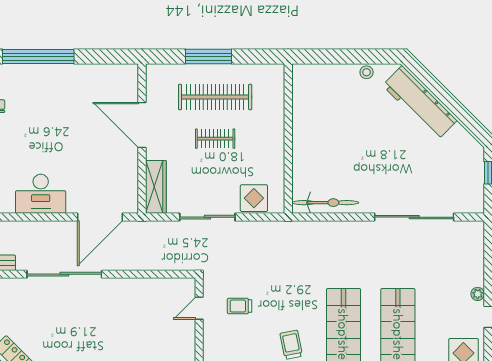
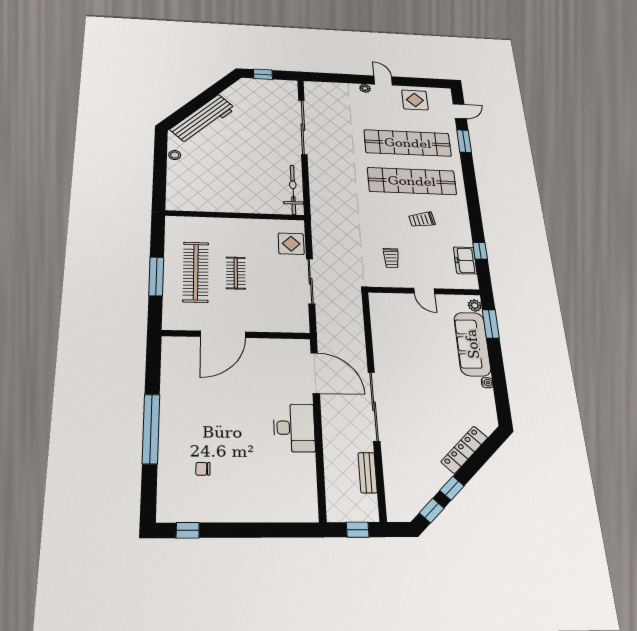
wardrobe: (156, 187) -> (284, 324), removed
door: (199, 308) -> (424, 291), moved

